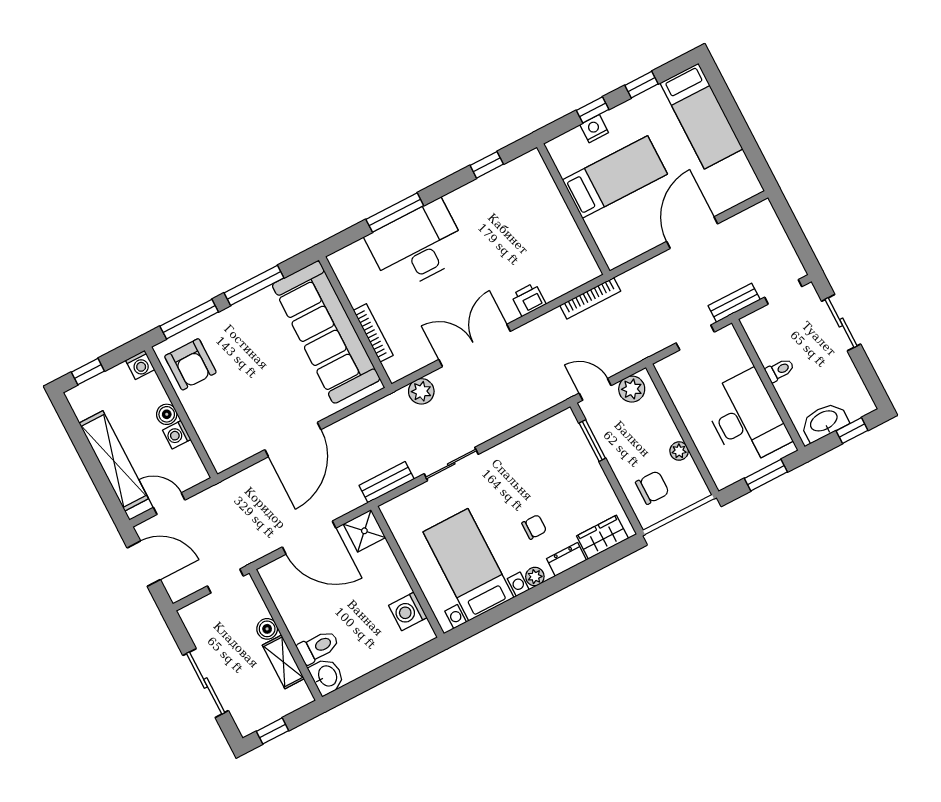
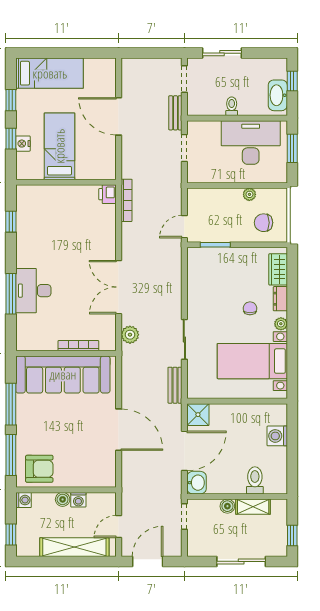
desk: (417, 246) -> (33, 291), width x0.73, depth x0.77
printer: (529, 299) -> (108, 194), moved
plant: (632, 389) -> (196, 204), removed
chair: (652, 488) -> (263, 223), turned -90
washing machine: (408, 611) -> (277, 436), moved, turned 90
washbasin: (327, 676) -> (197, 483), moved, turned 90

